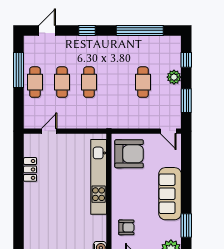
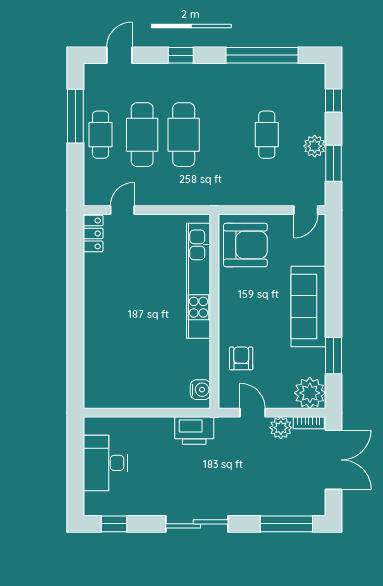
plant: (174, 77) -> (315, 146), moved
cafe table: (62, 82) -> (142, 135), width x1.37, depth x1.35
cafe table: (89, 82) -> (184, 135), width x1.37, depth x1.35
door: (168, 131) -> (306, 210), hinge flipped
locker: (30, 169) -> (93, 233), moved
armchair: (126, 227) -> (241, 358), turned -90

